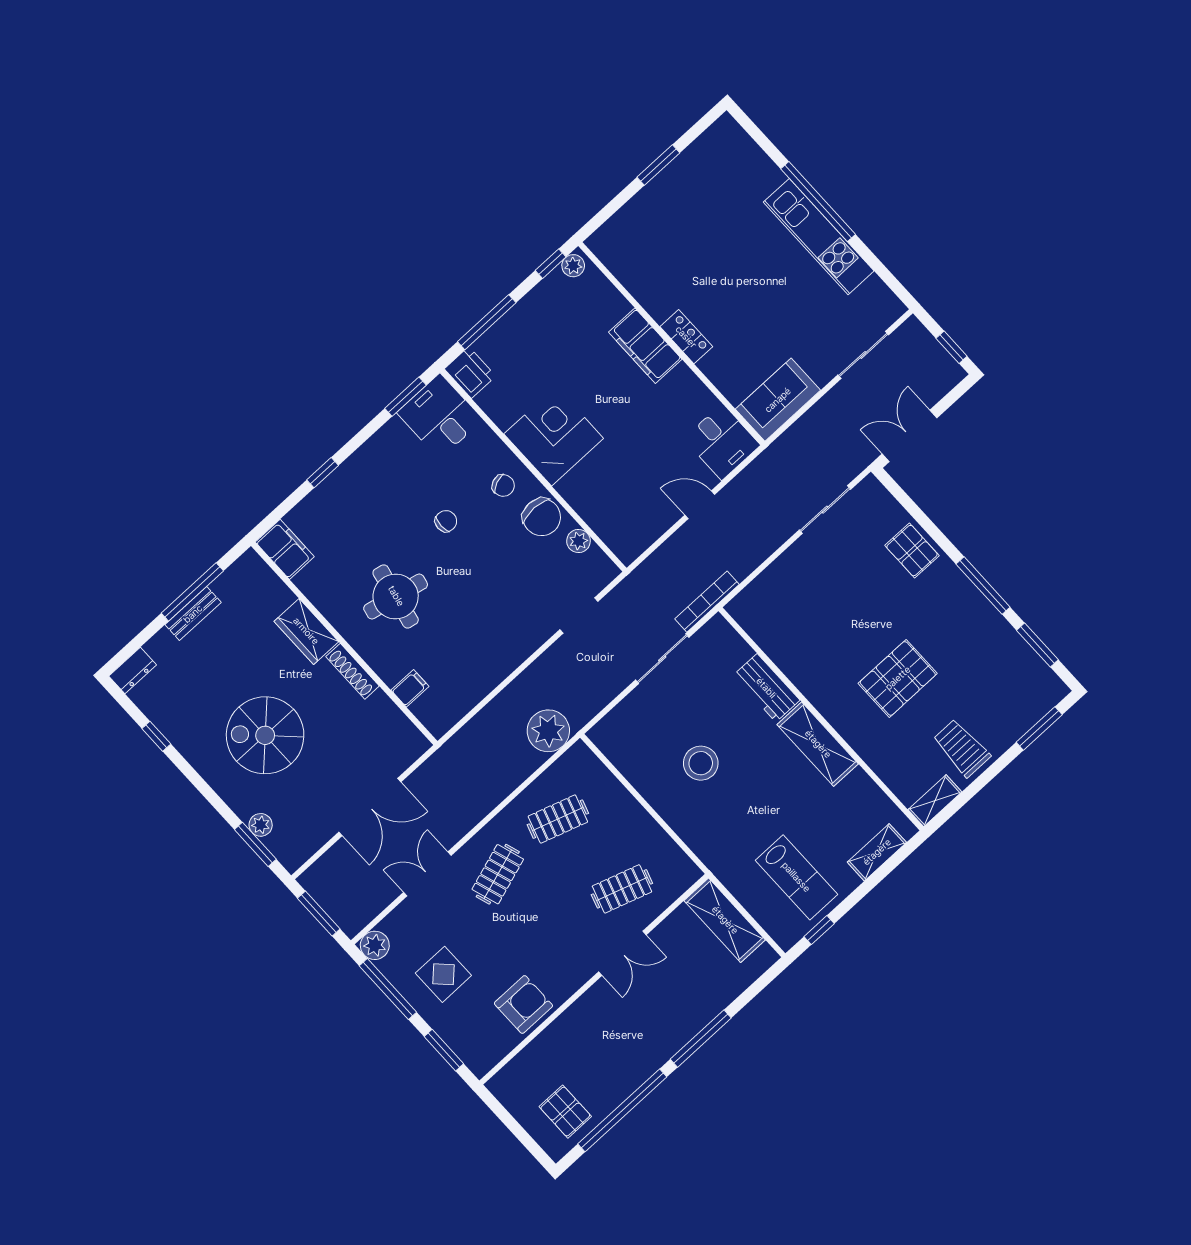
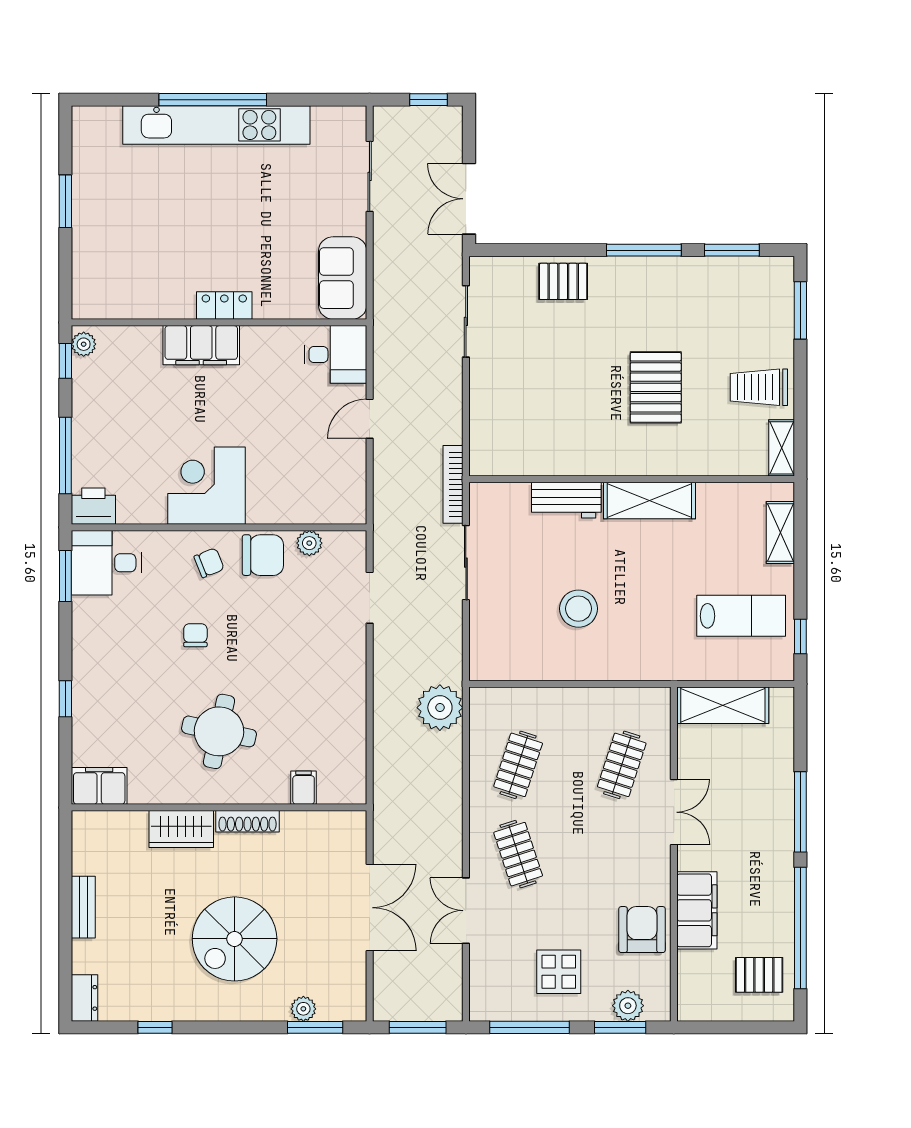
kitchen unit: (819, 237) -> (216, 125), width x1.36
window: (192, 592) -> (65, 892), removed
plant: (375, 945) -> (628, 1006), moved
filing cabinet: (570, 1030) -> (697, 910), added

